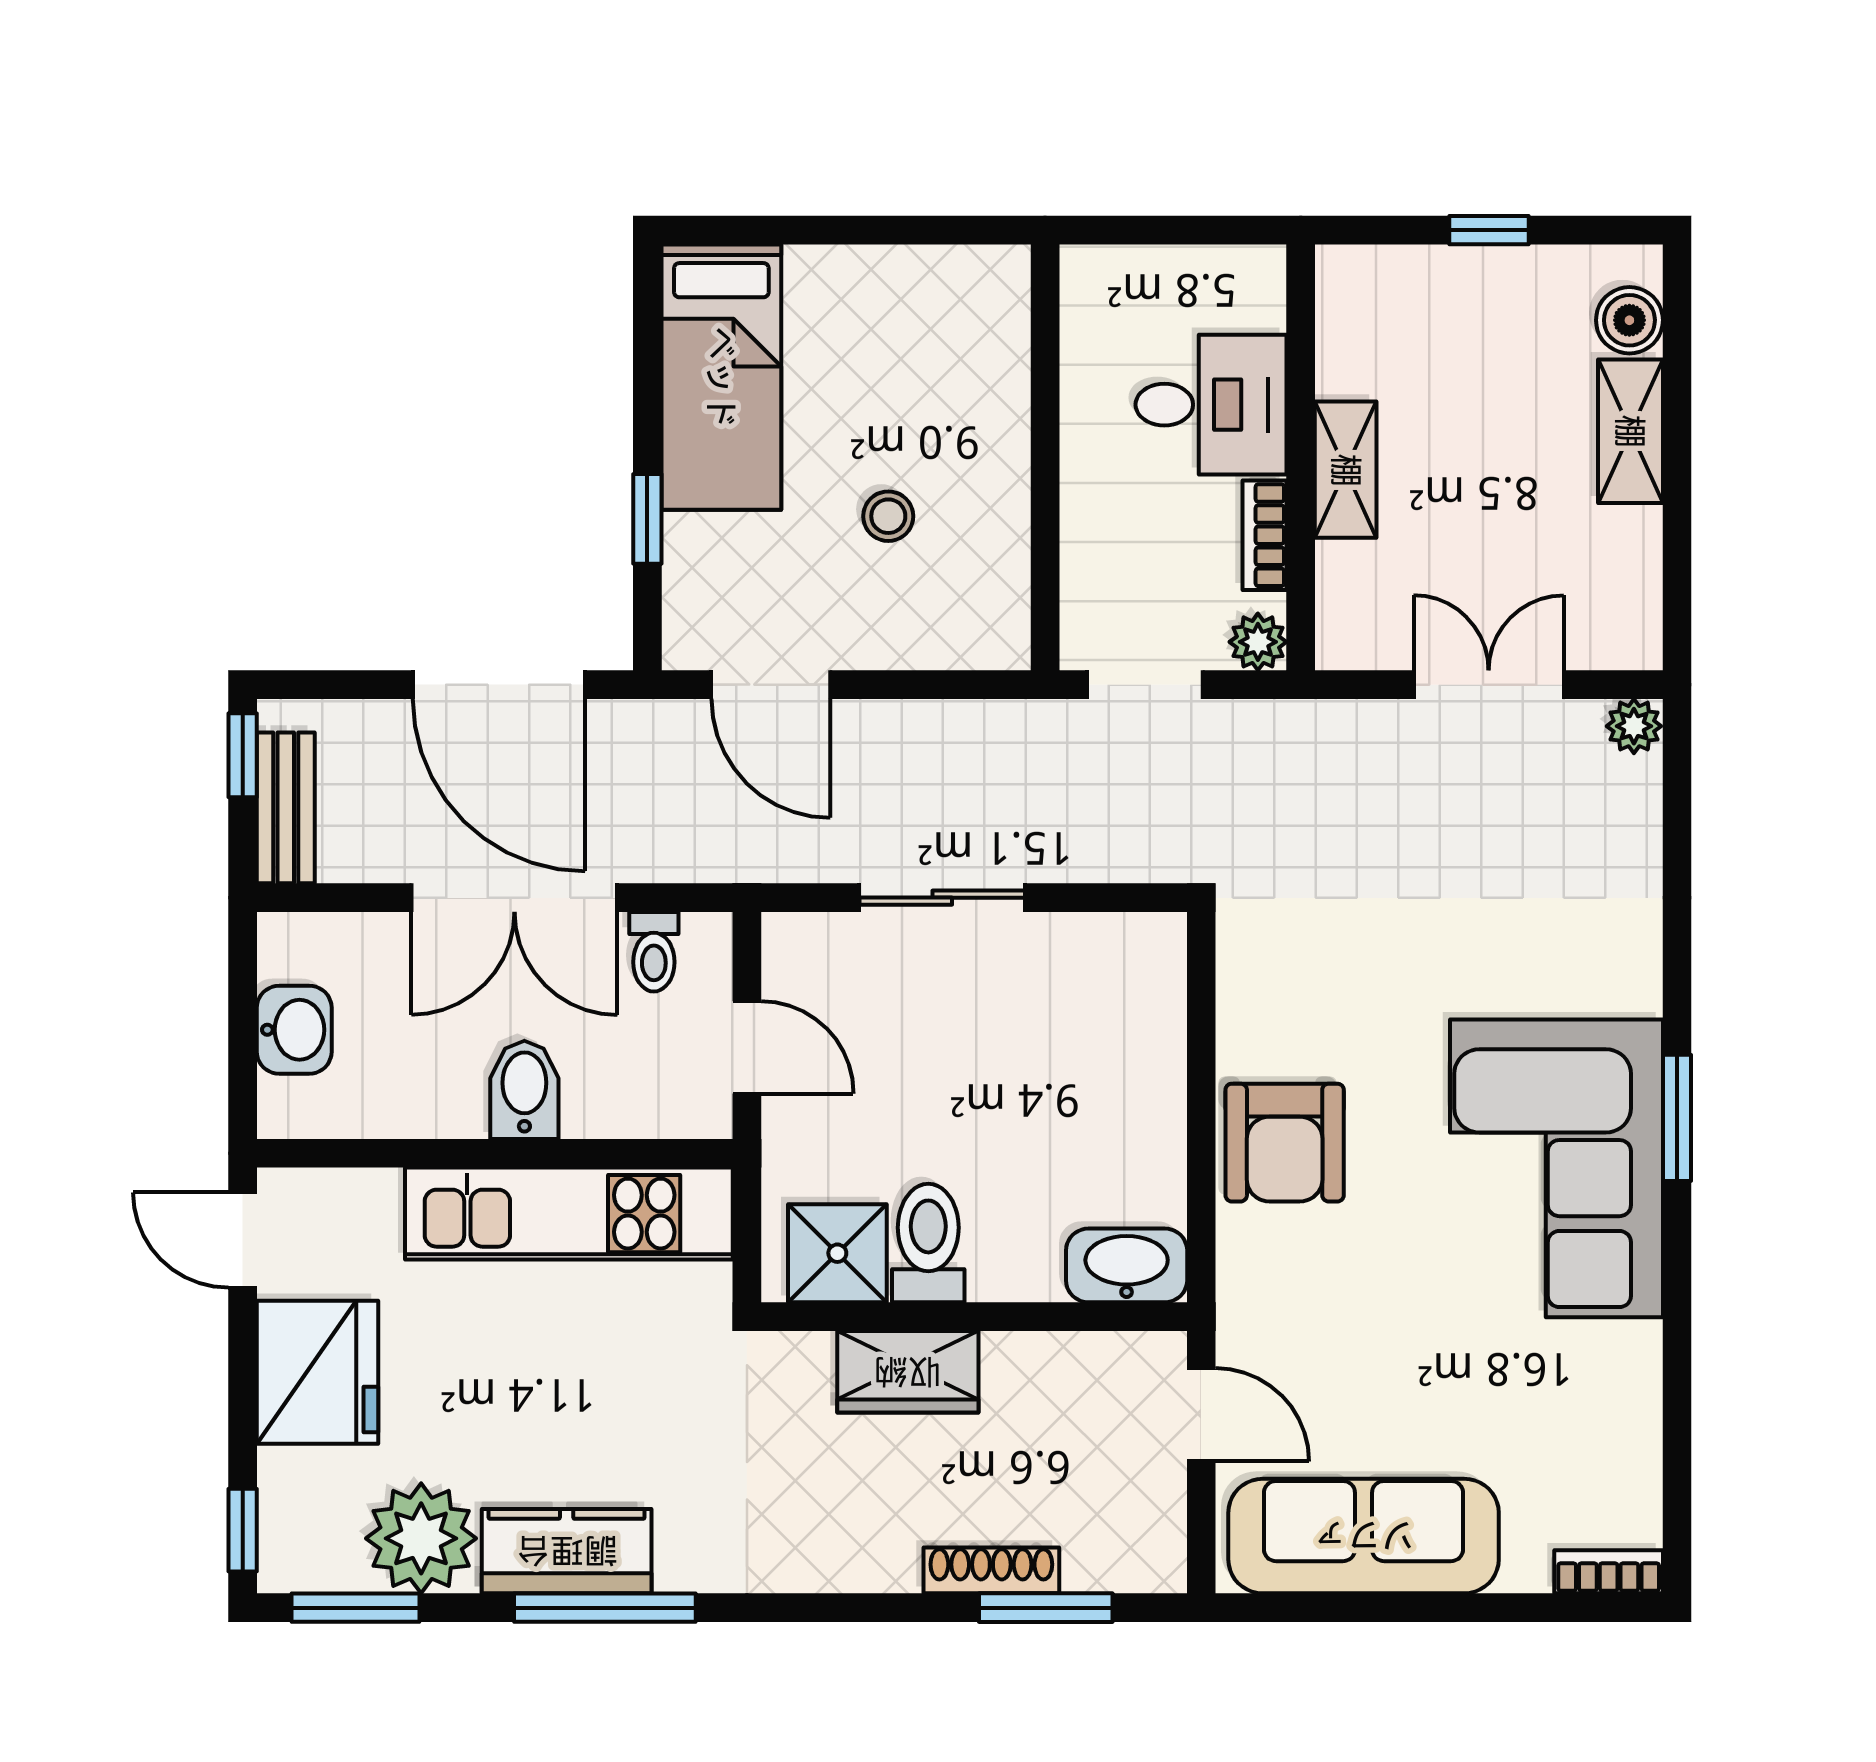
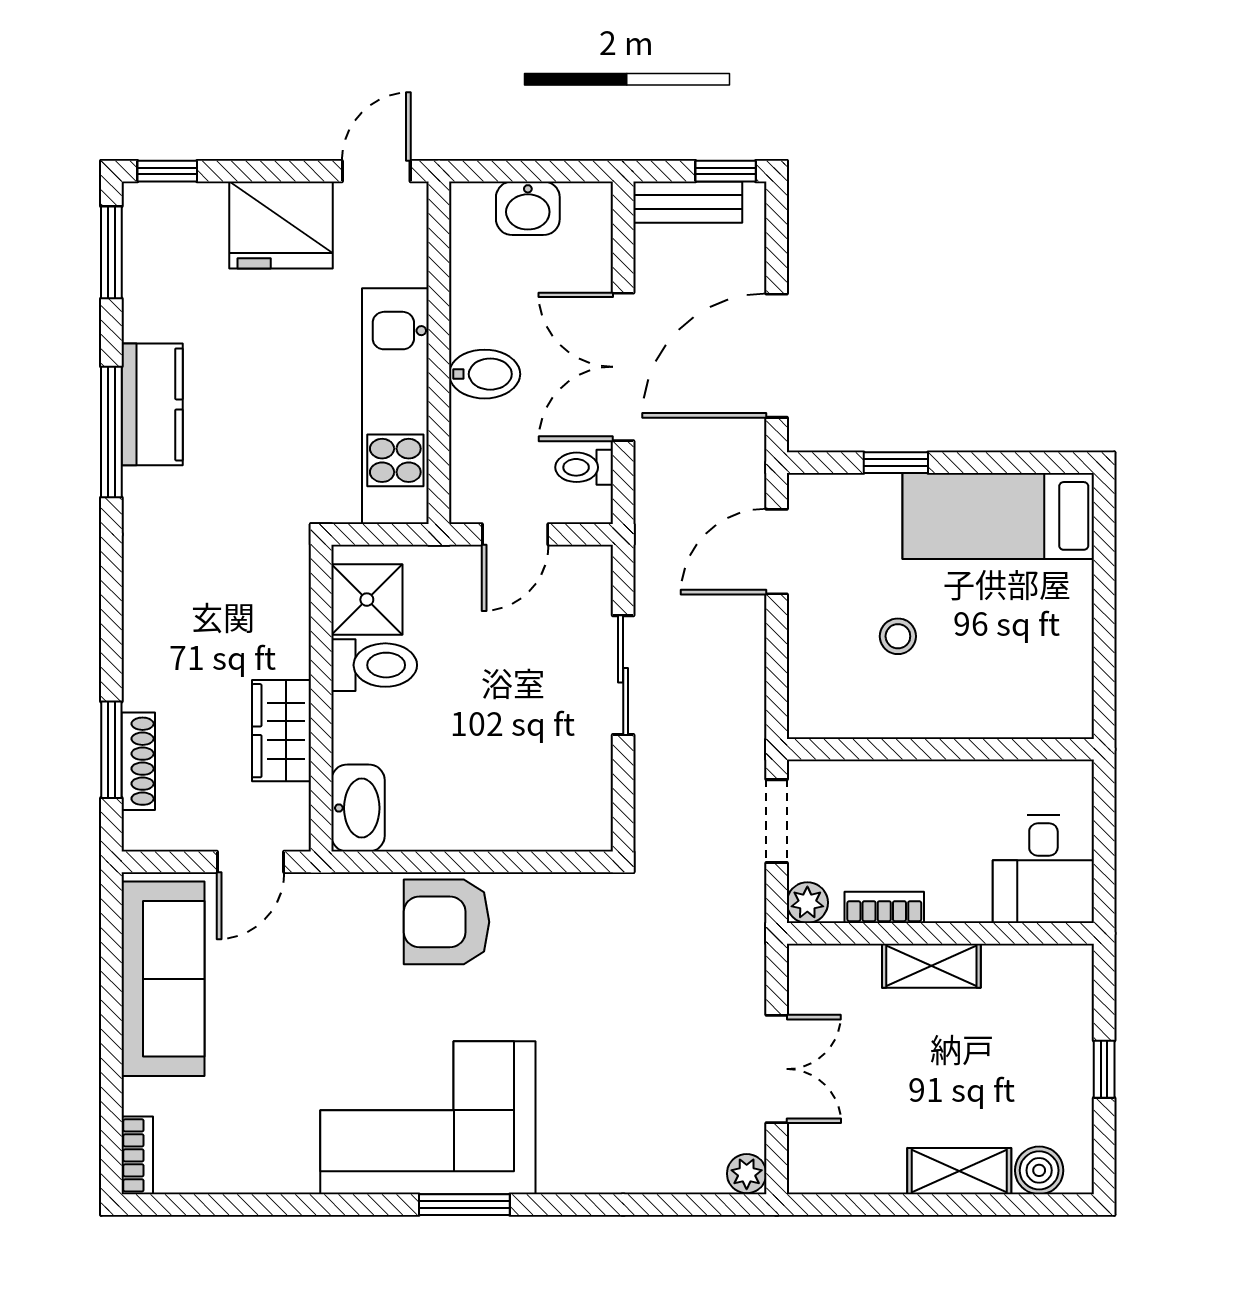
desk: (1211, 405) -> (1043, 869), moved
wardrobe: (908, 1372) -> (281, 731), moved
plant: (421, 1538) -> (161, 300), removed
shoe rack: (991, 1570) -> (138, 761), moved

